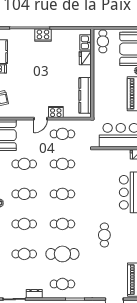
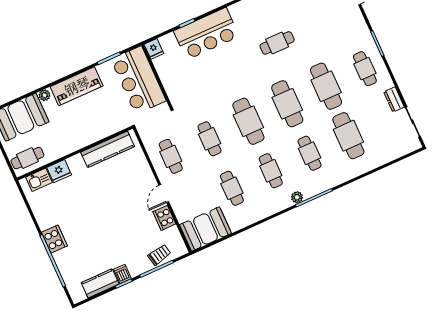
cooker: (56, 112) -> (164, 218), moved
door: (41, 119) -> (164, 193), swing flipped
cafe table: (62, 194) -> (248, 121), width x1.37, depth x1.35
cafe table: (62, 224) -> (287, 104), width x1.37, depth x1.35
cafe table: (24, 254) -> (348, 136), width x1.37, depth x1.35

